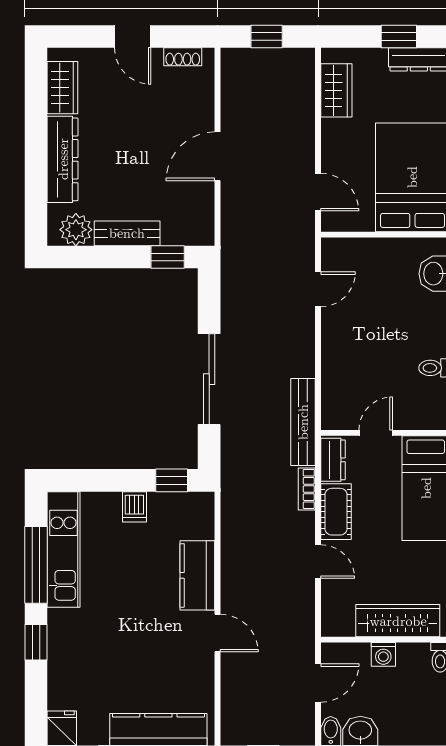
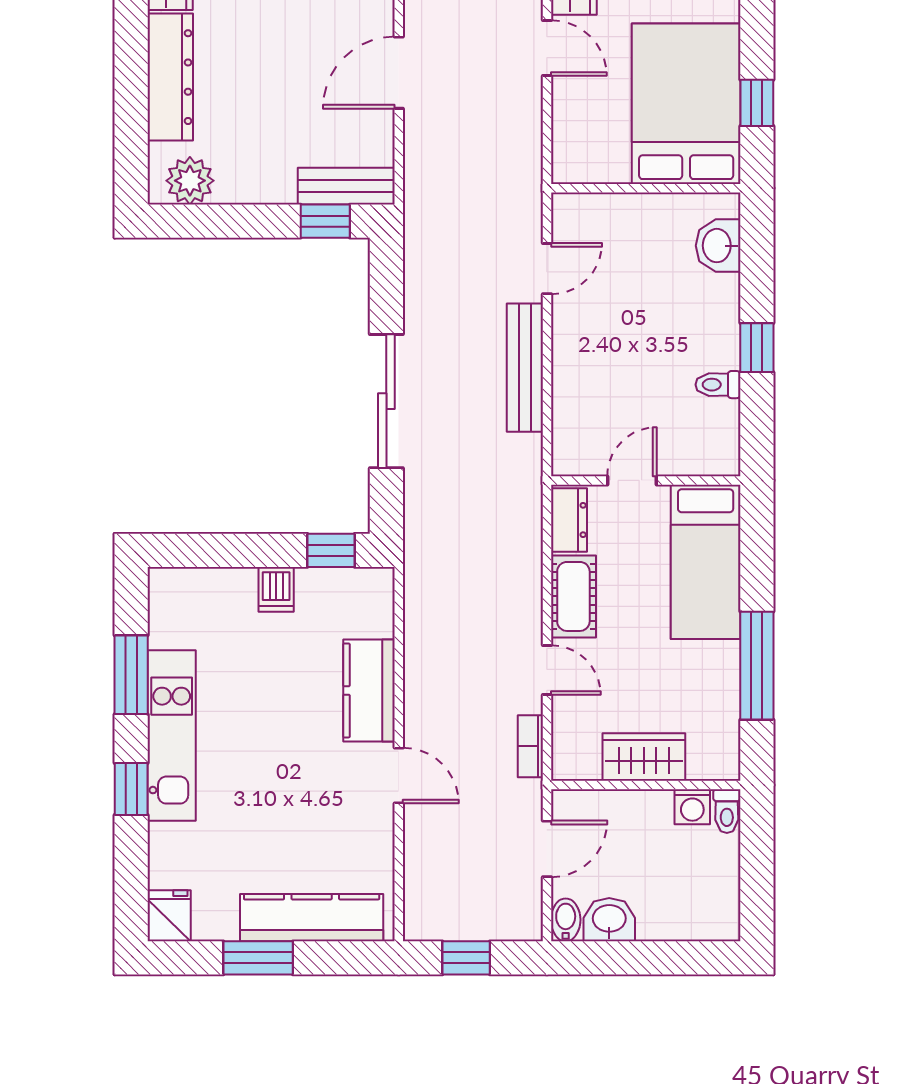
door: (318, 192) -> (547, 48), moved
bench: (127, 233) -> (346, 186), moved
bench: (303, 422) -> (525, 368), moved
bookcase: (307, 489) -> (530, 746), moved
kitchen unit: (63, 549) -> (172, 735), moved
window: (36, 565) -> (131, 675), width x0.69
wardrobe: (398, 621) -> (644, 757), width x0.67
washing machine: (383, 654) -> (692, 807), moved

